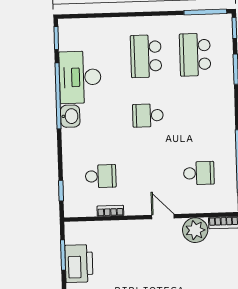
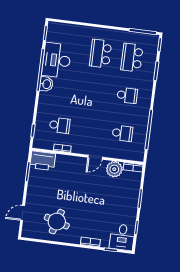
school desk: (148, 115) -> (127, 95), moved, turned 180
door: (163, 217) -> (95, 157), swing flipped
printer: (79, 264) -> (43, 161), moved, turned 90

